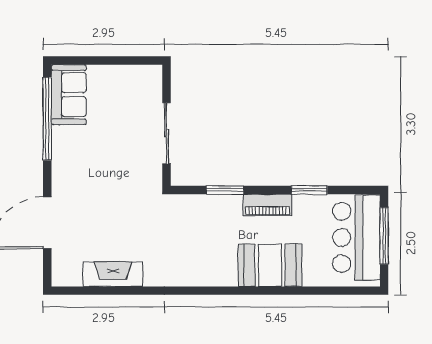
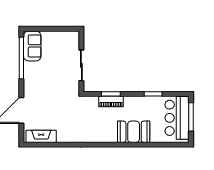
piano: (267, 205) -> (111, 101), moved
fireplace: (113, 274) -> (41, 136), moved

